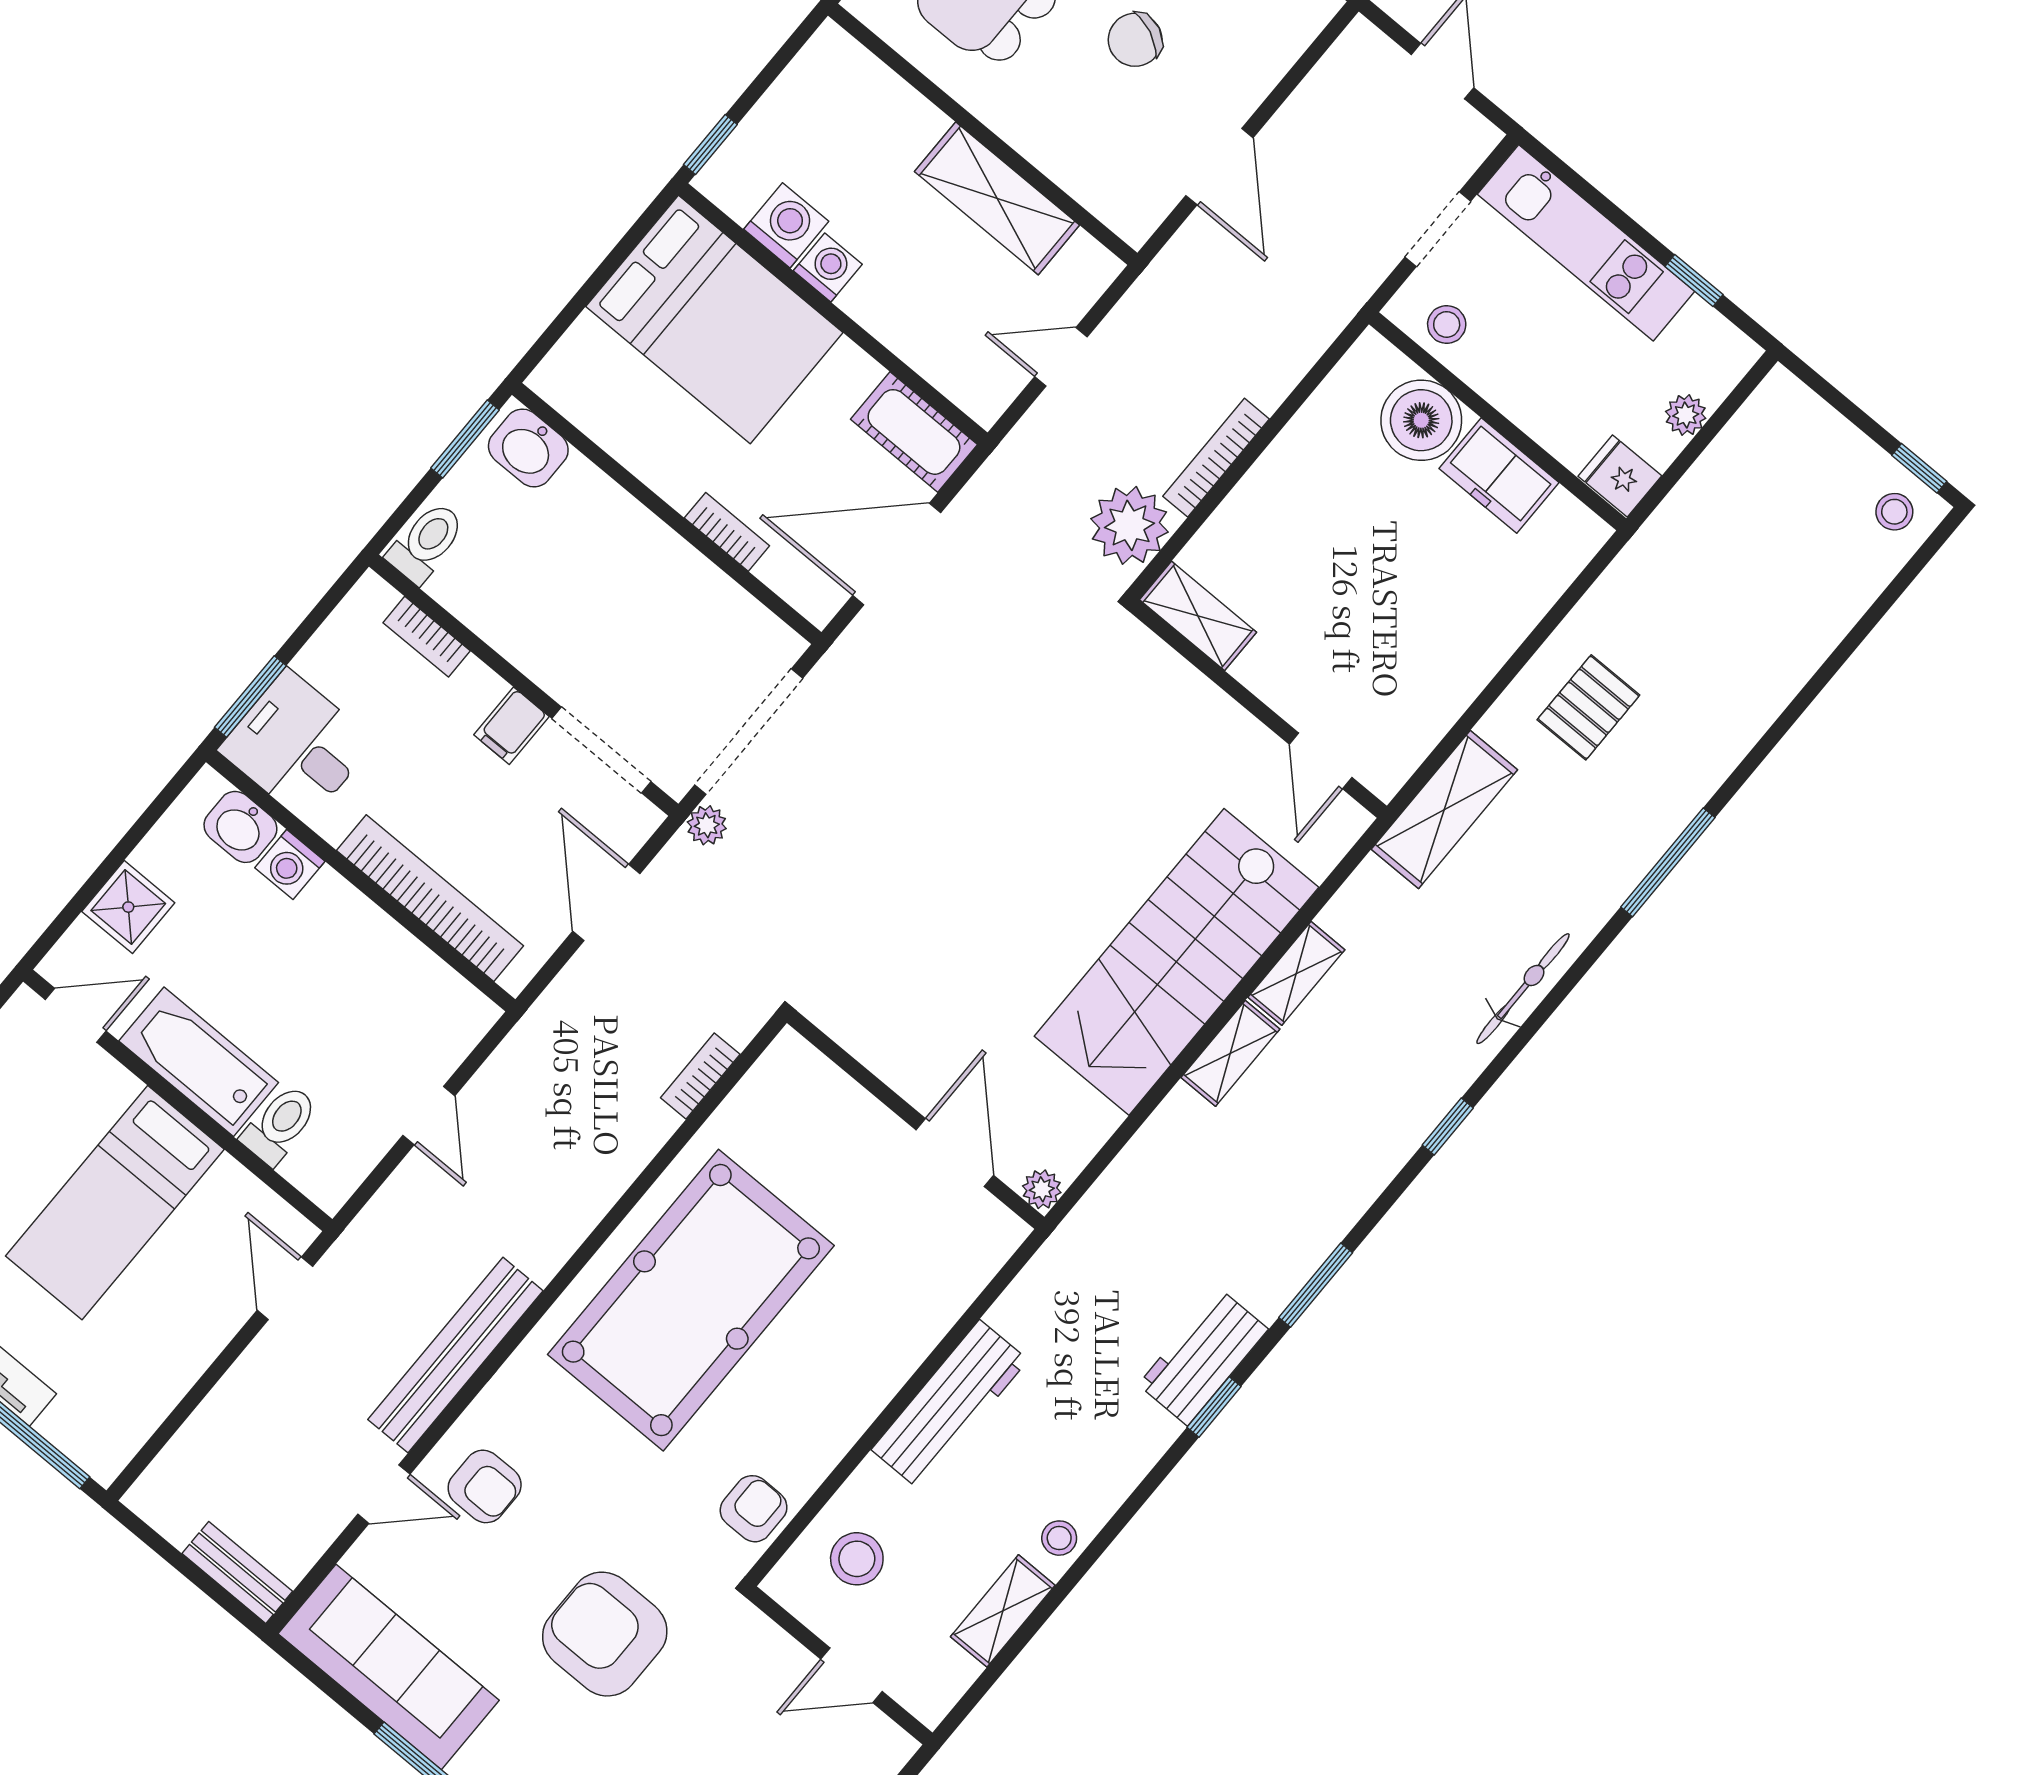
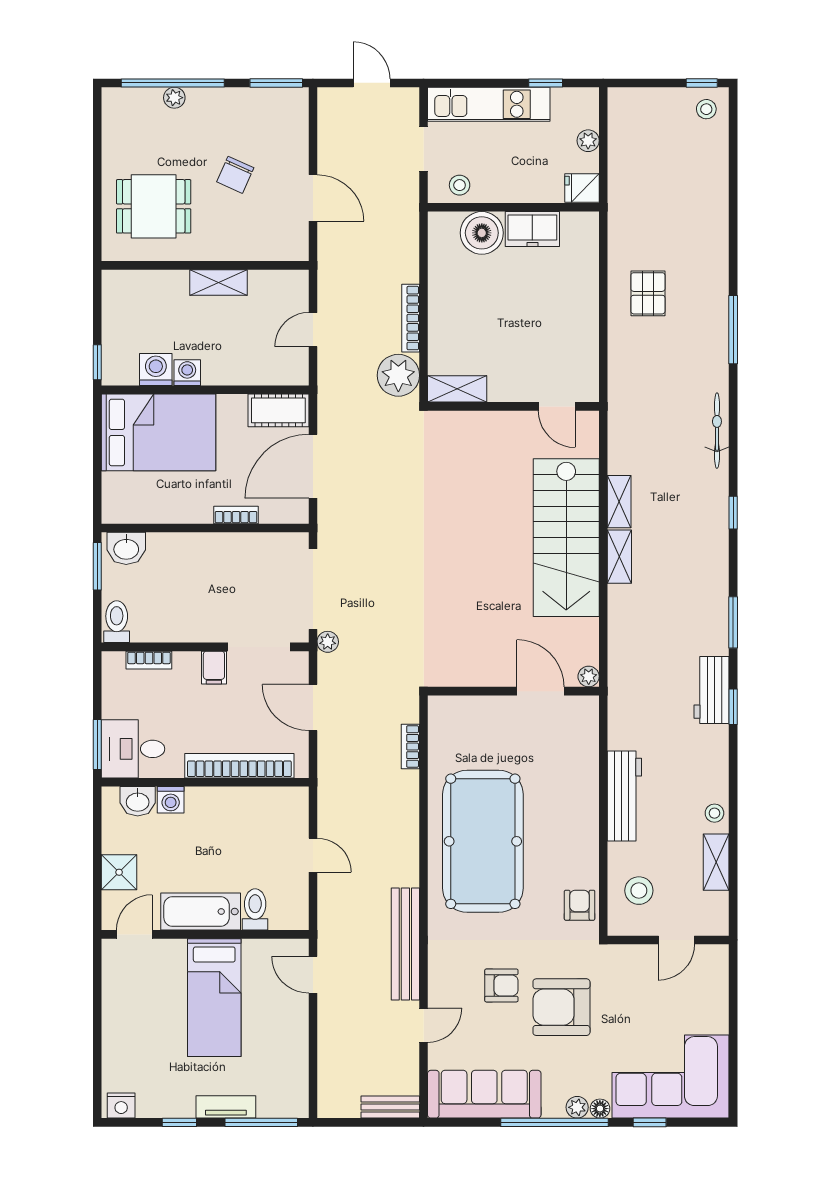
shelving: (997, 198) -> (218, 282), width x0.67, depth x0.75
shelving: (1444, 809) -> (624, 384), removed
armchair: (485, 1486) -> (501, 985), moved

